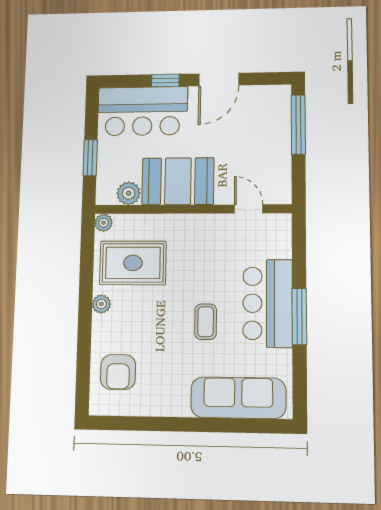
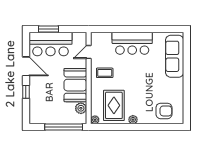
bar counter: (143, 111) -> (51, 44), moved, turned 90
window: (298, 124) -> (49, 29), width x0.69
window: (90, 158) -> (64, 127), width x2.11
window: (299, 317) -> (138, 29), removed
coffee table: (206, 322) -> (105, 73), moved

